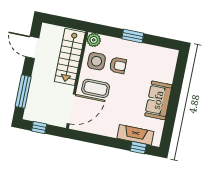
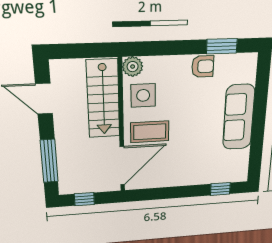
window: (133, 36) -> (222, 46), moved
armchair: (118, 65) -> (203, 66), moved
sofa: (158, 100) -> (239, 117), width x1.36
fireplace: (135, 135) -> (214, 175), removed

